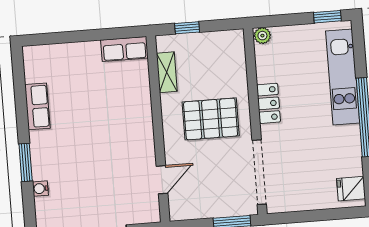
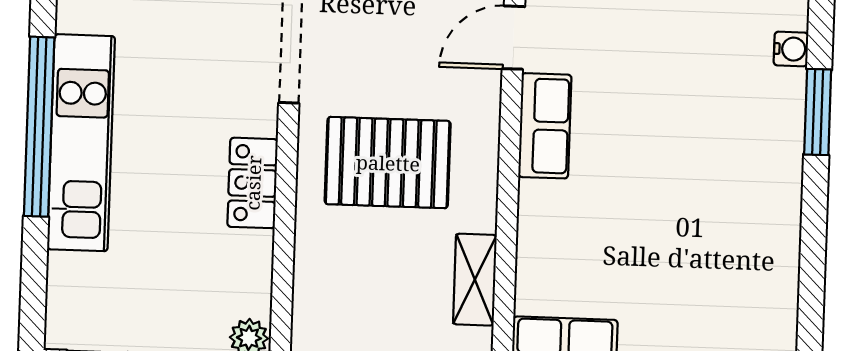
kitchen unit: (343, 77) -> (81, 143), moved
row of seats: (37, 106) -> (545, 126), moved, turned 180

